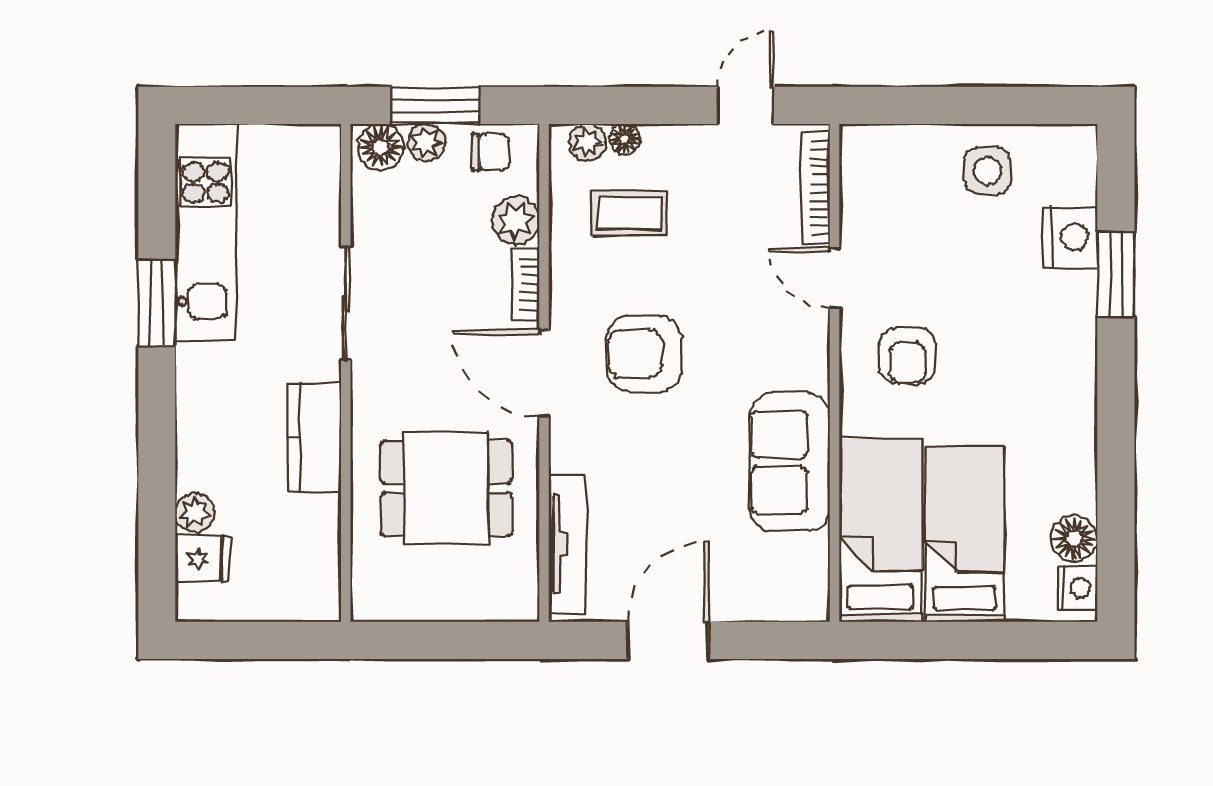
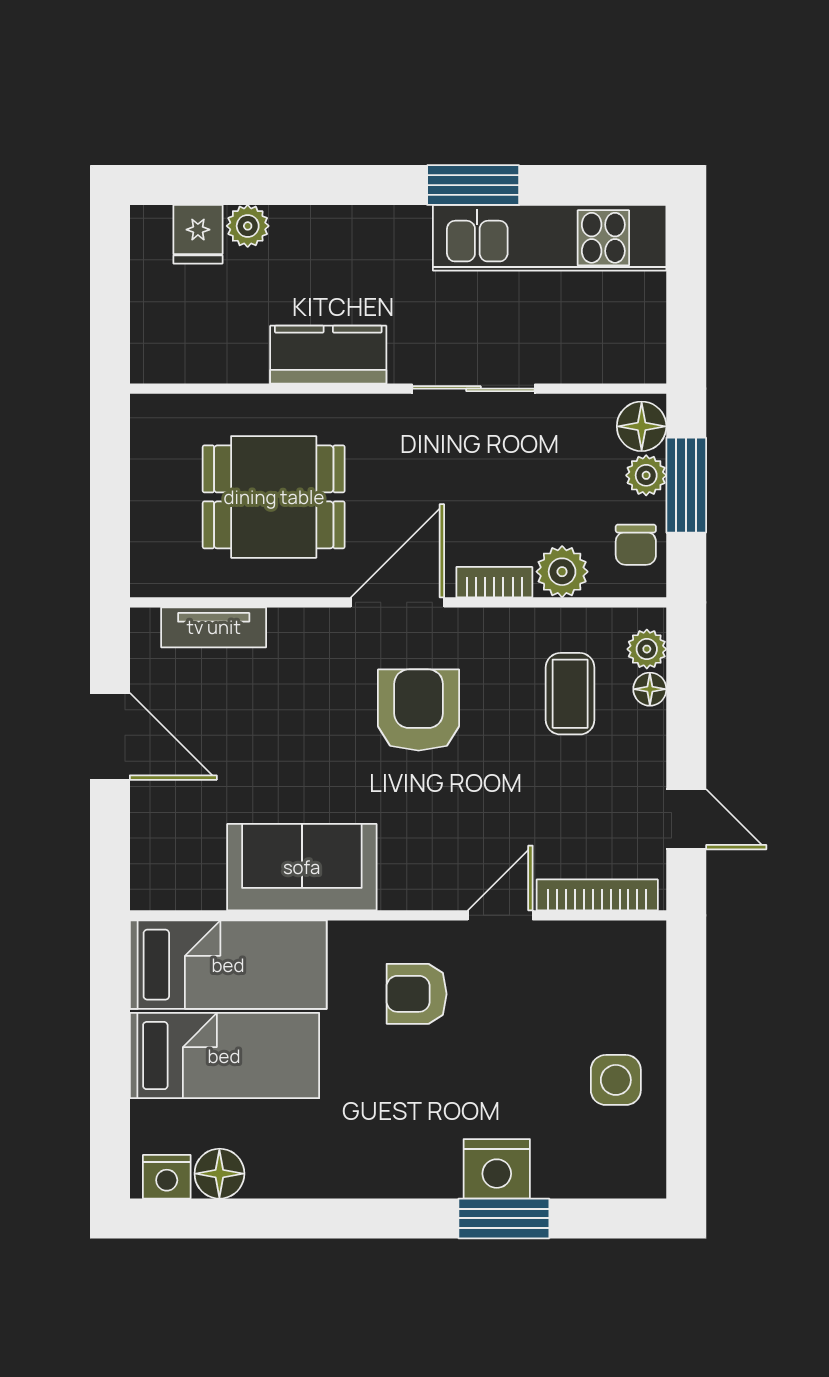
nightstand: (1070, 237) -> (497, 1169), moved
dining table: (446, 488) -> (274, 497), turned 90
tv unit: (567, 544) -> (214, 627), width x0.71

